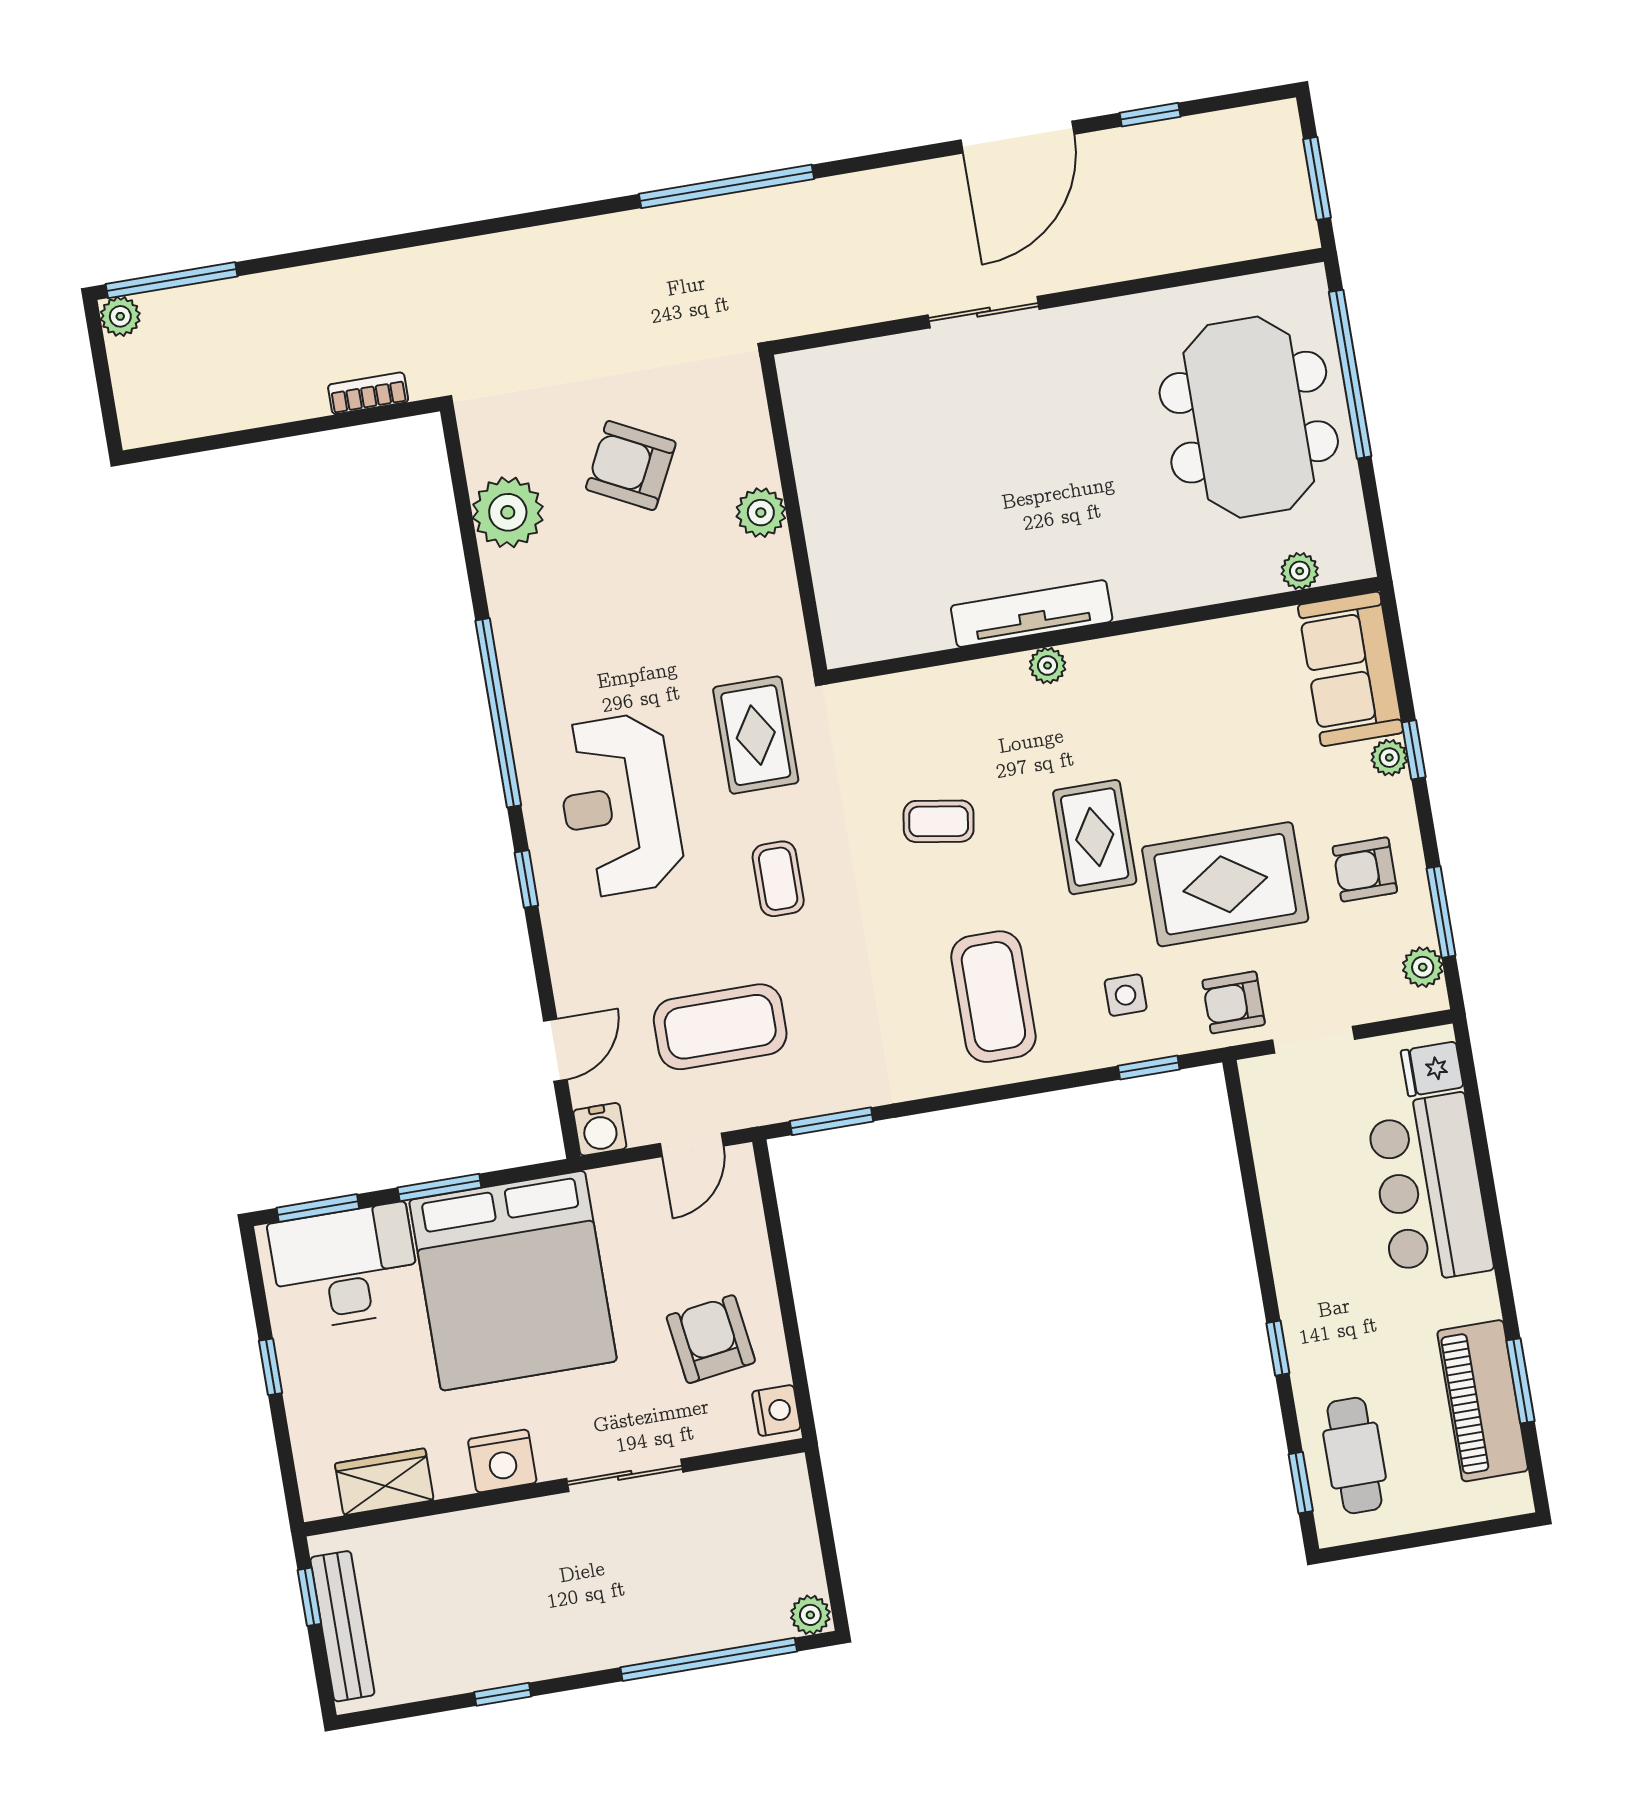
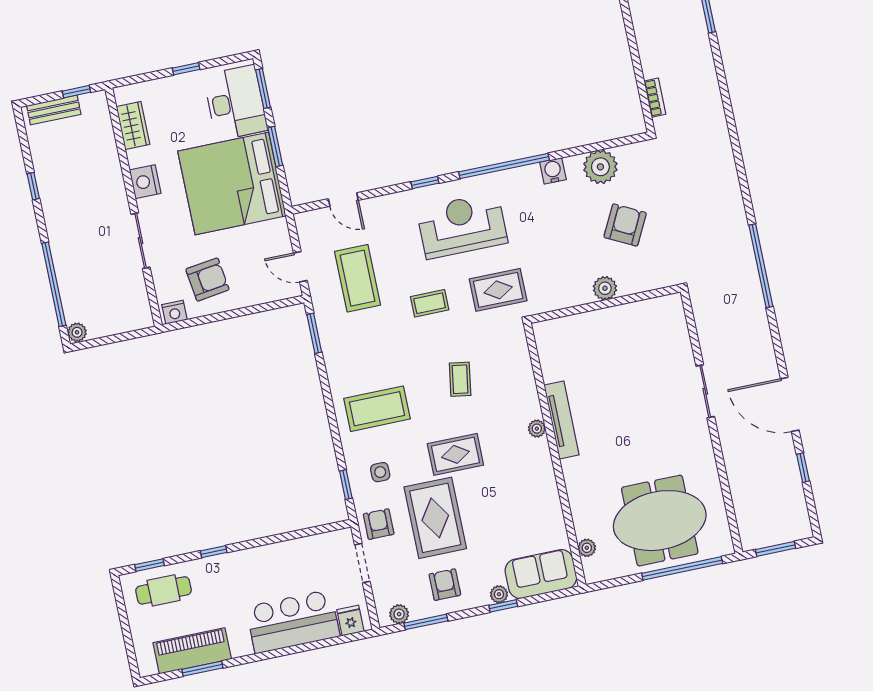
water cooler: (600, 1129) -> (553, 171), moved, turned 90
bench: (342, 1626) -> (54, 110), width x0.73

